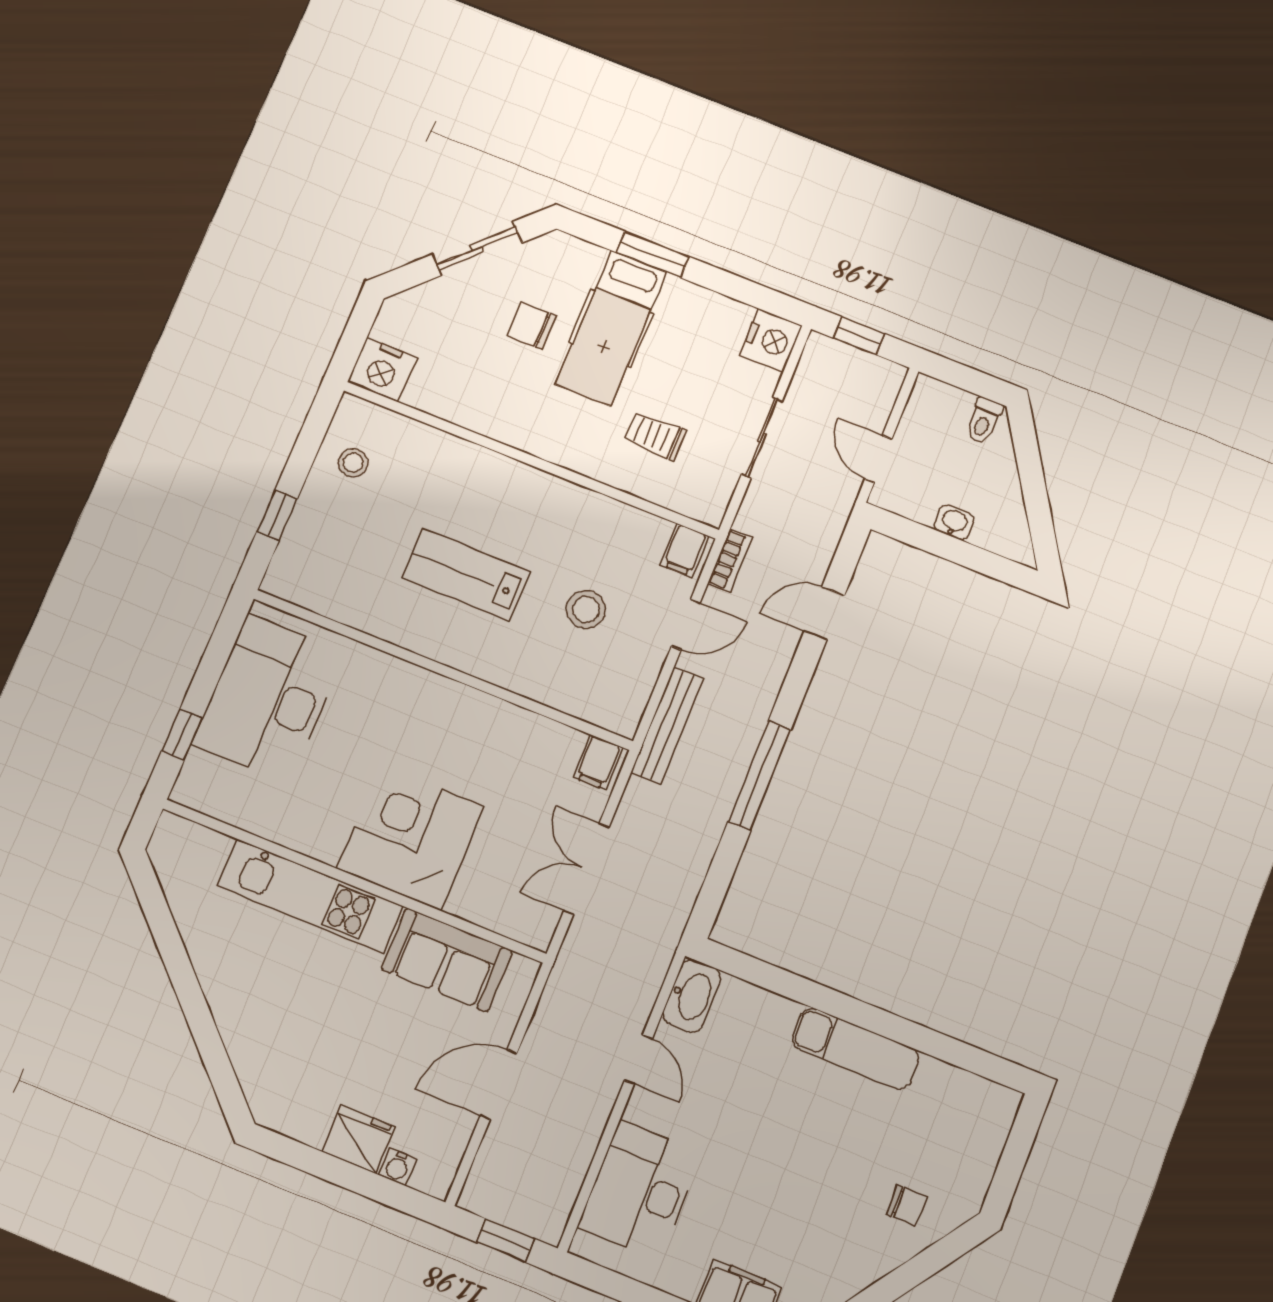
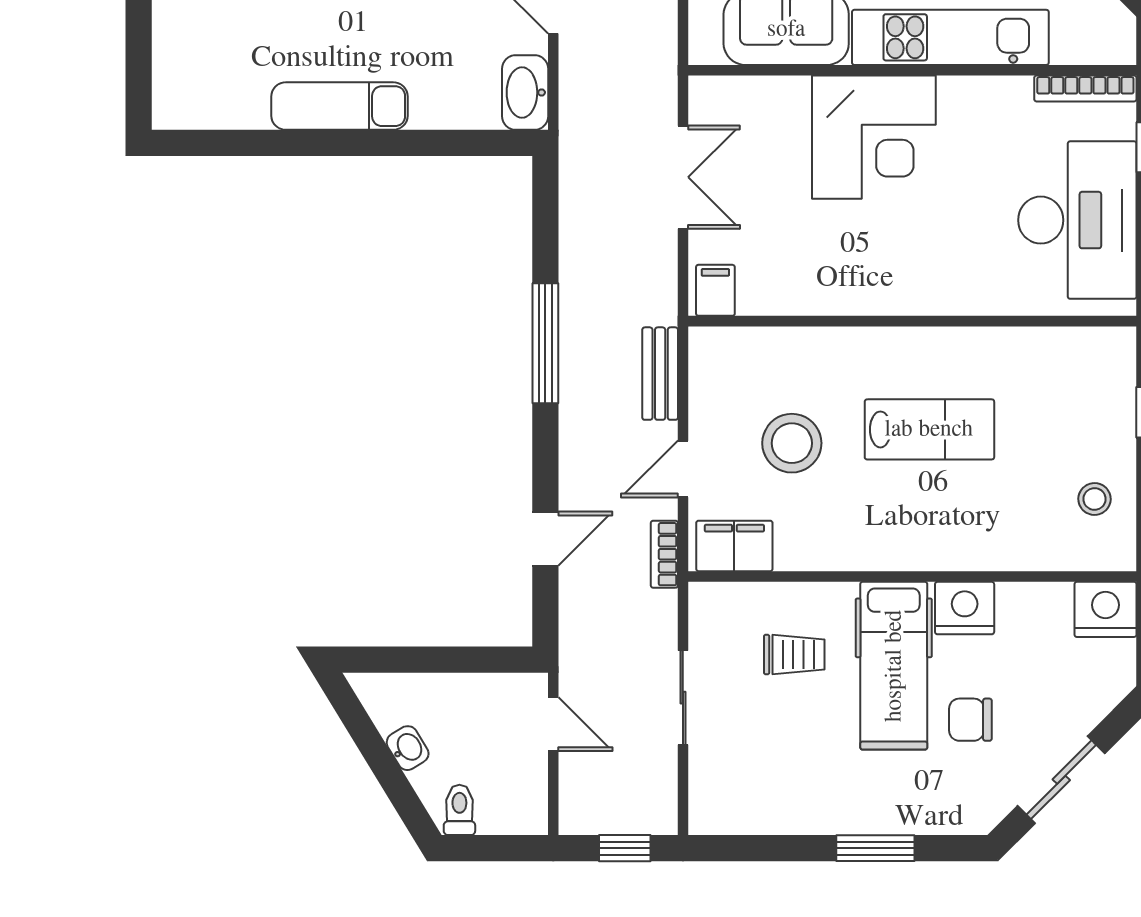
chair: (532, 326) -> (970, 720), turned 180
hospital bed: (611, 328) -> (894, 666), moved, turned 180
nightstand: (771, 340) -> (965, 608), moved, turned 90
washbasin: (954, 522) -> (408, 748), moved, turned -121
filing cabinet: (685, 550) -> (734, 546), width x2.00
stool: (586, 609) -> (792, 443), width x1.38, depth x1.38
bench: (667, 725) -> (660, 374), width x0.73
bookcase: (214, 806) -> (1085, 89), added

